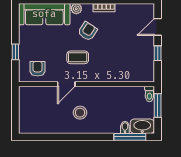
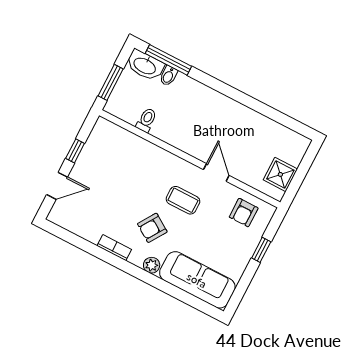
door: (66, 84) -> (216, 173), hinge flipped
toilet: (149, 94) -> (146, 120), moved
shower: (27, 103) -> (280, 174), added
stool: (80, 113) -> (218, 126), removed

